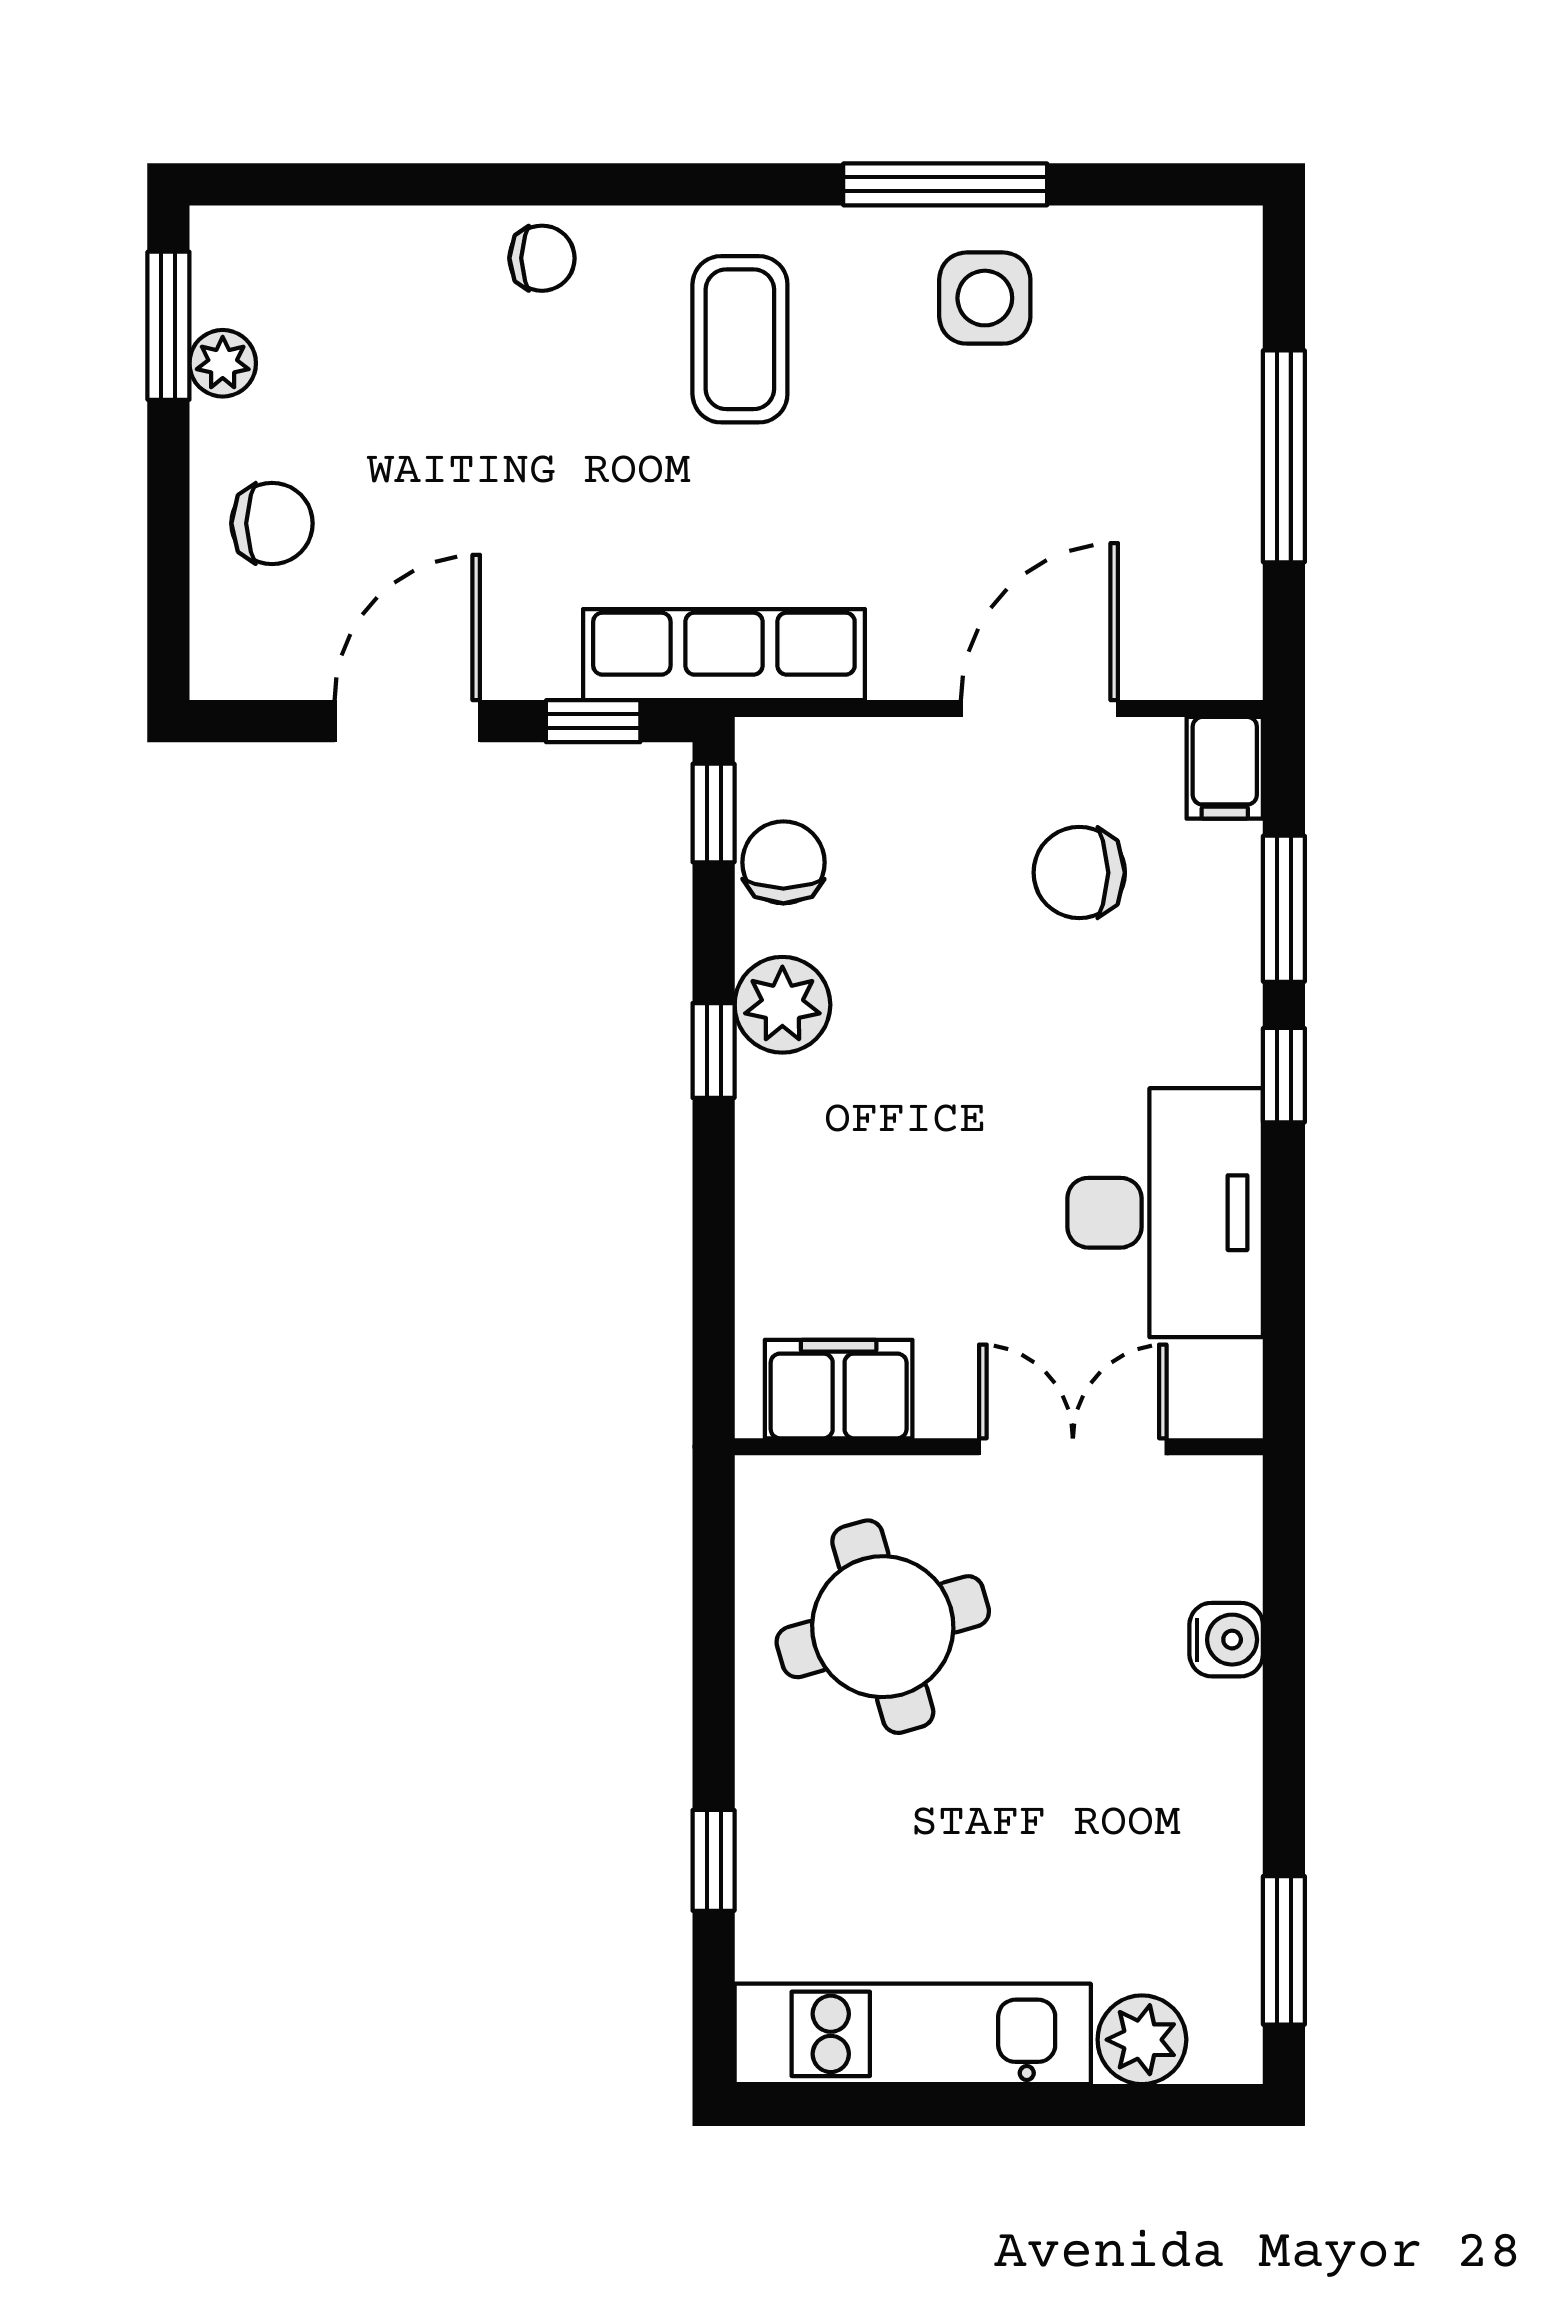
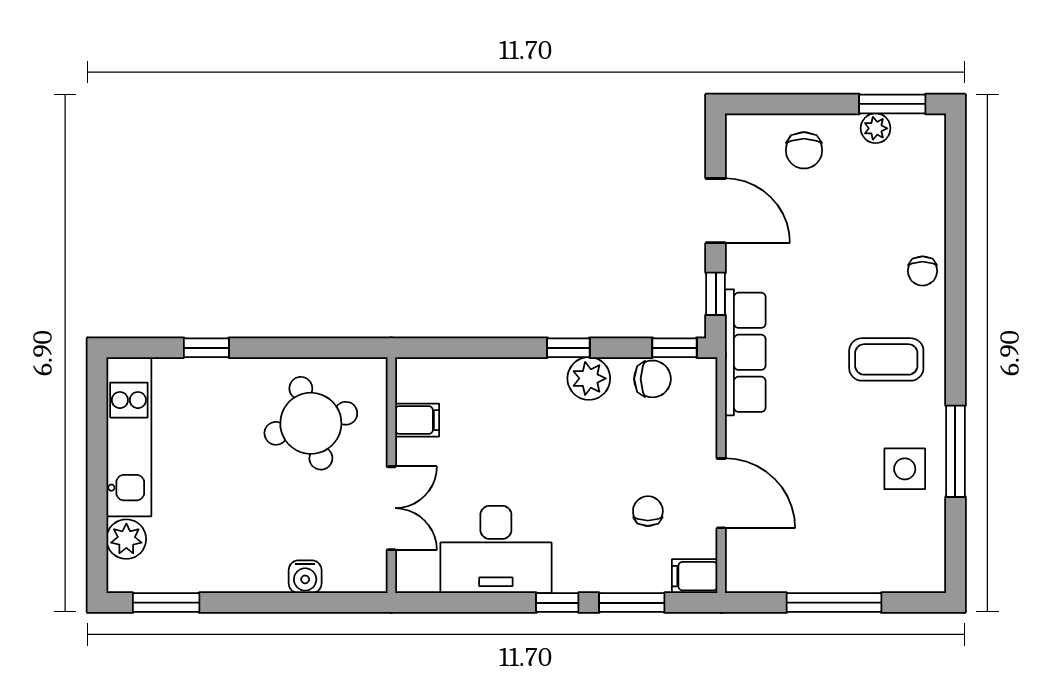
chair: (1079, 873) -> (648, 511), width x0.73, depth x0.73
filing cabinet: (839, 1389) -> (417, 420), width x0.50

